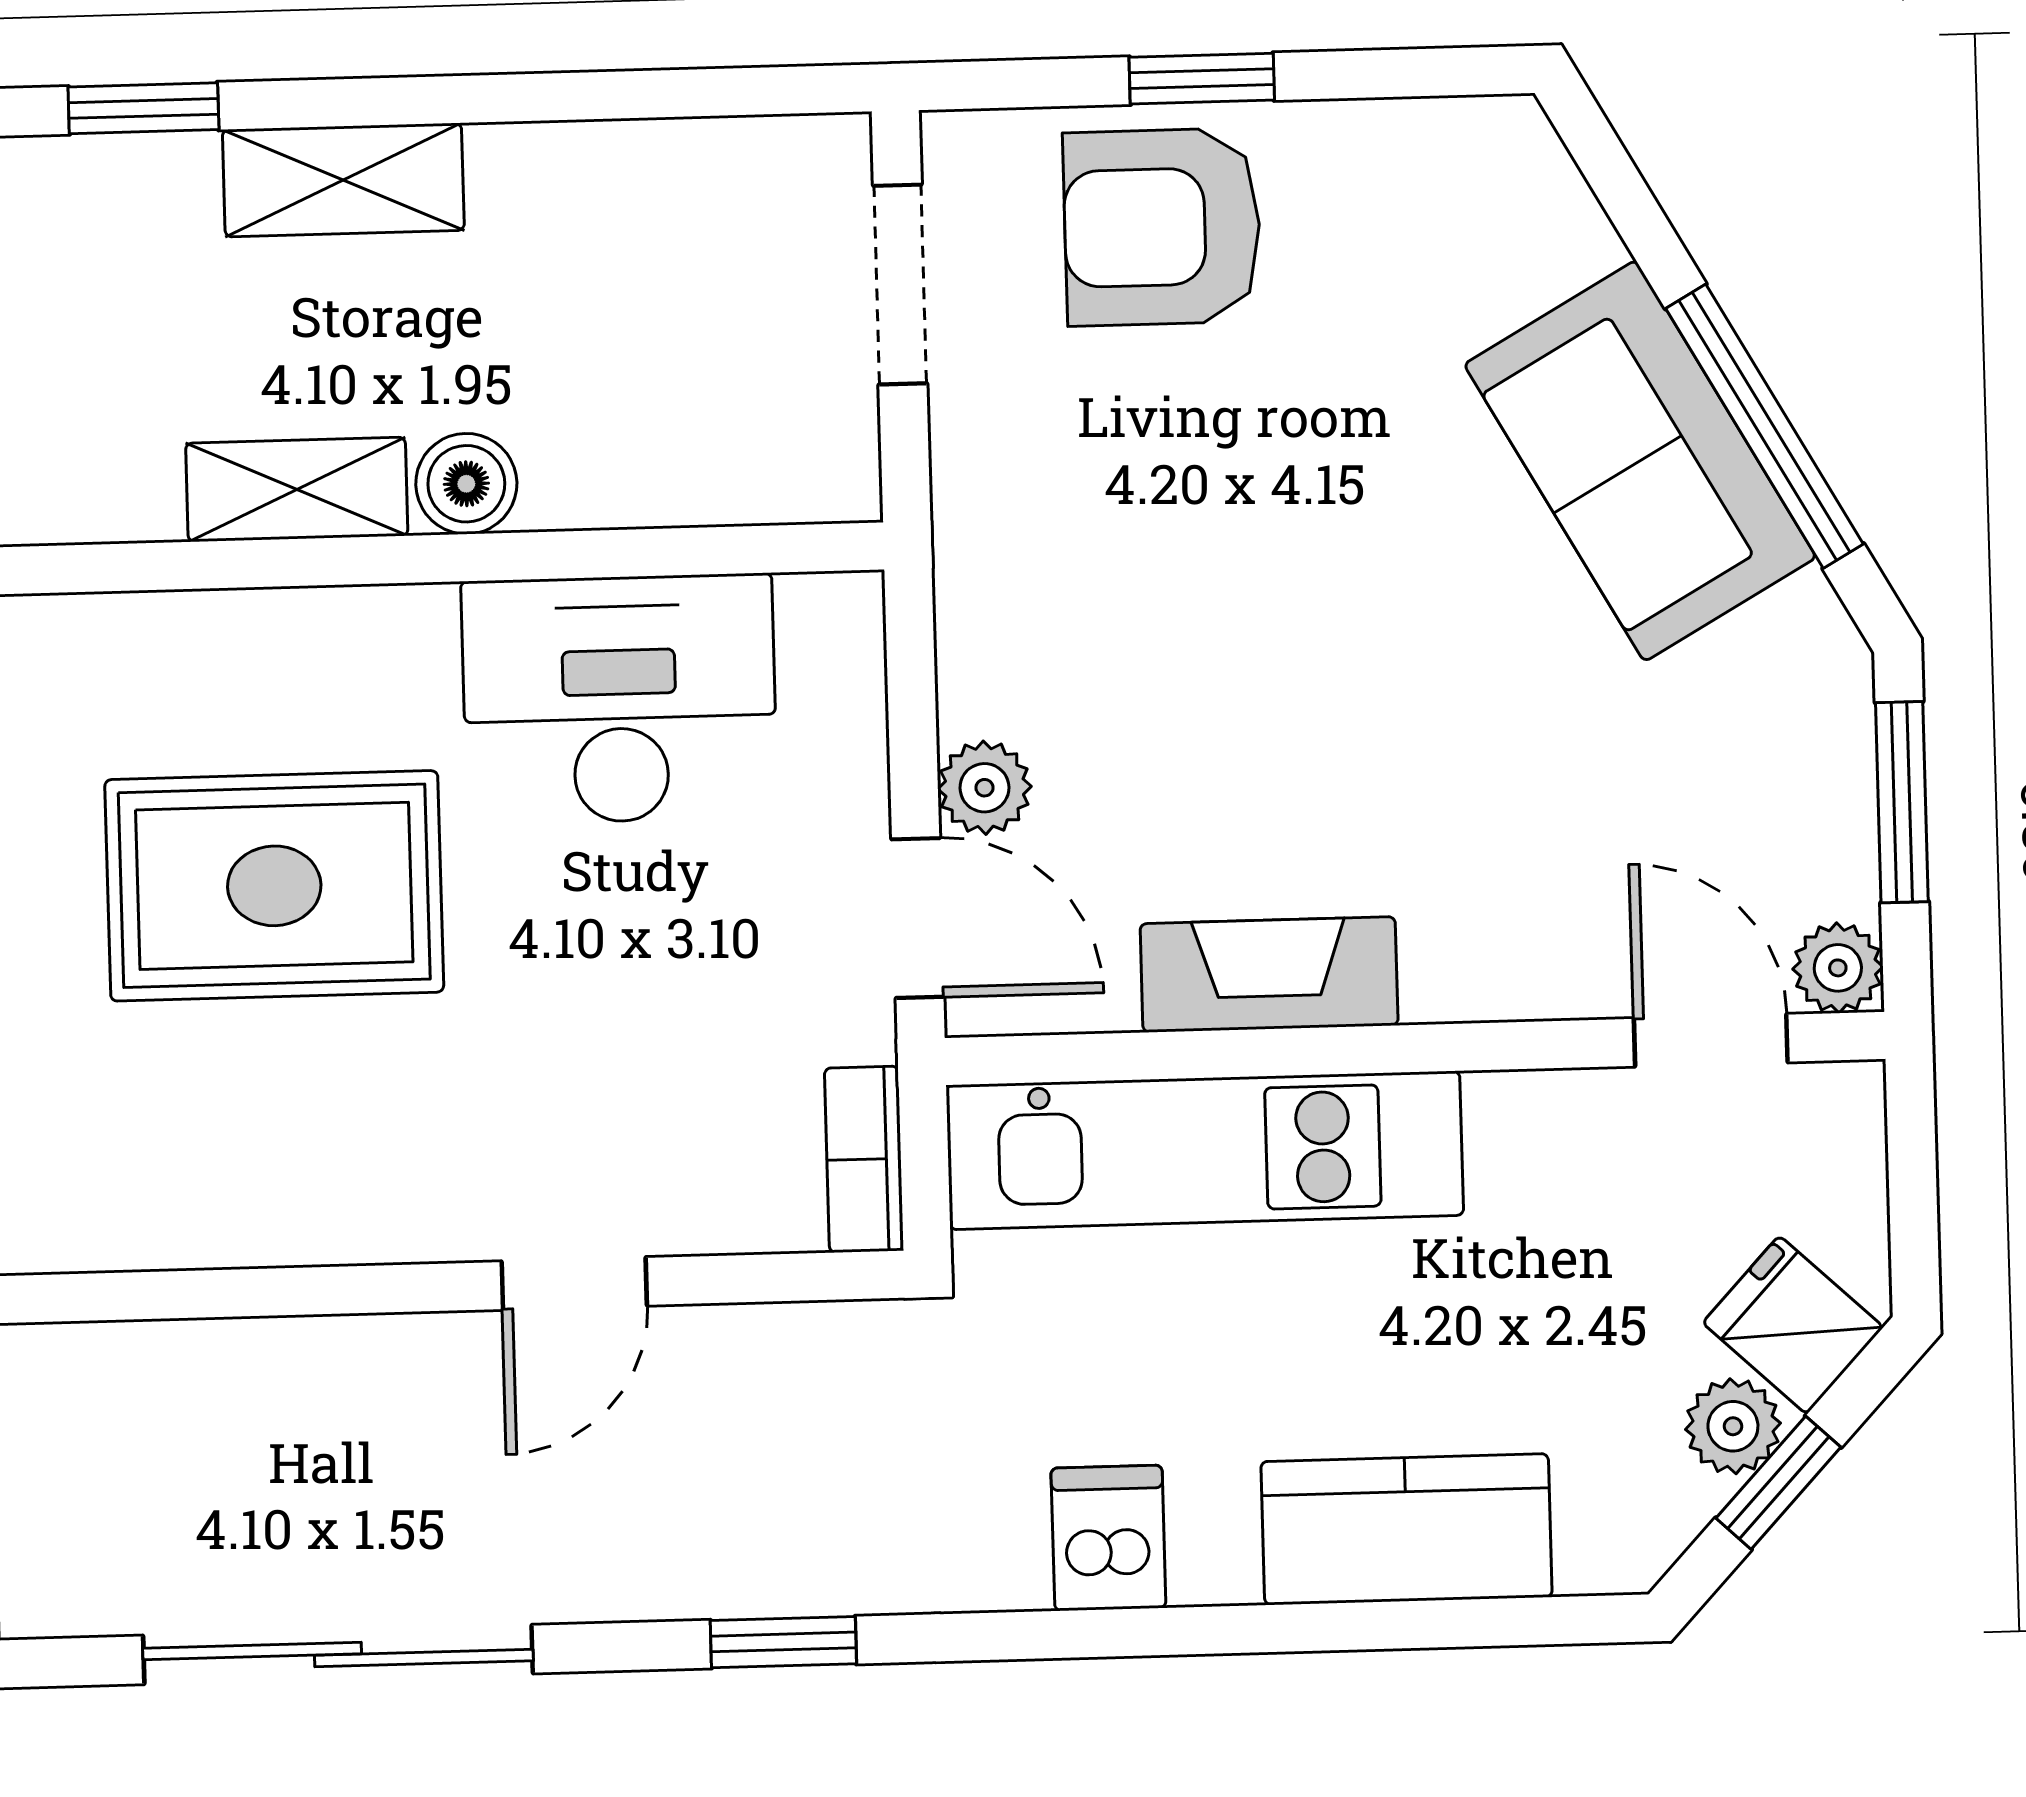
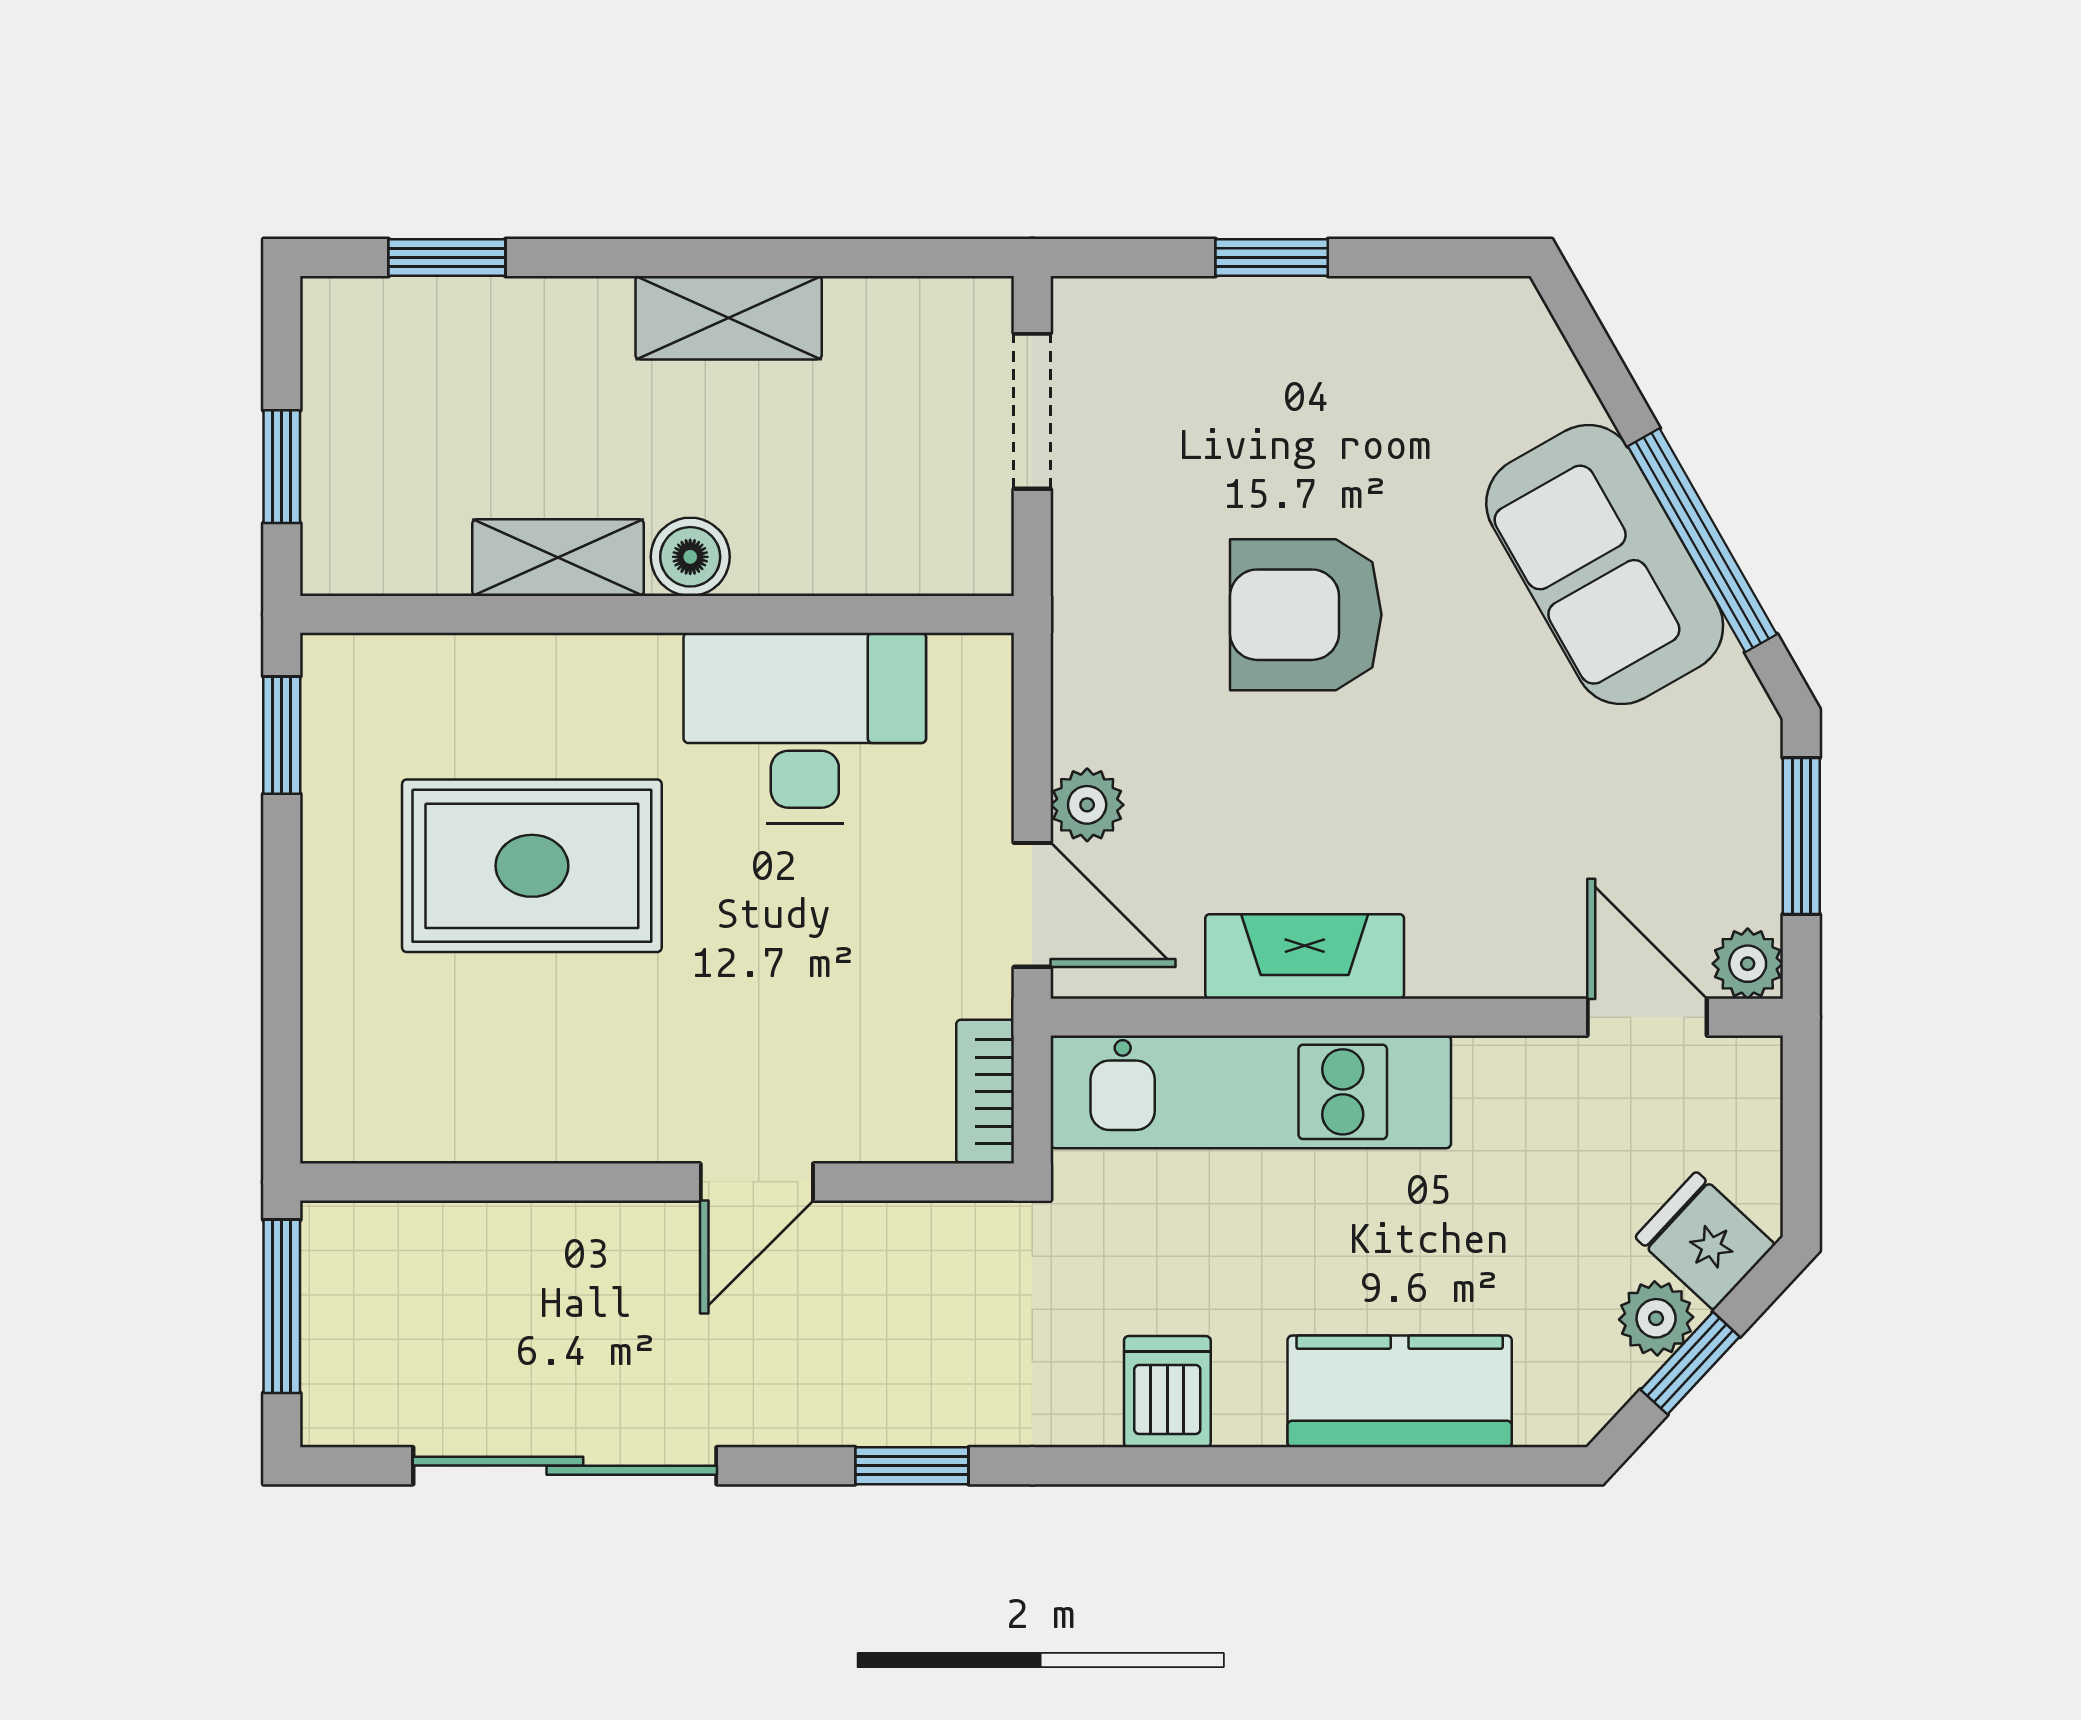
shelving: (343, 180) -> (729, 318), moved
armchair: (1162, 227) -> (1306, 615), moved

